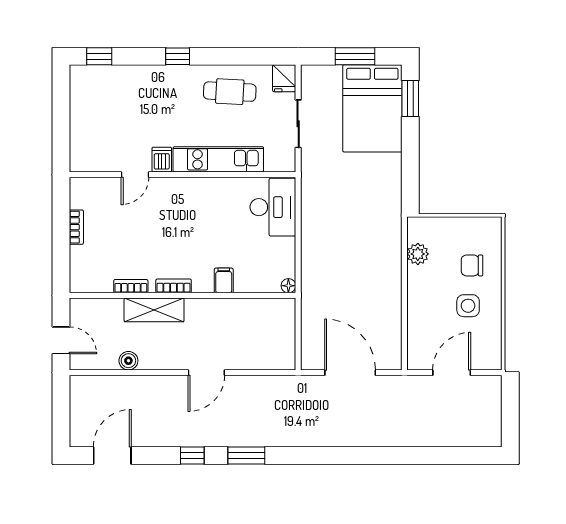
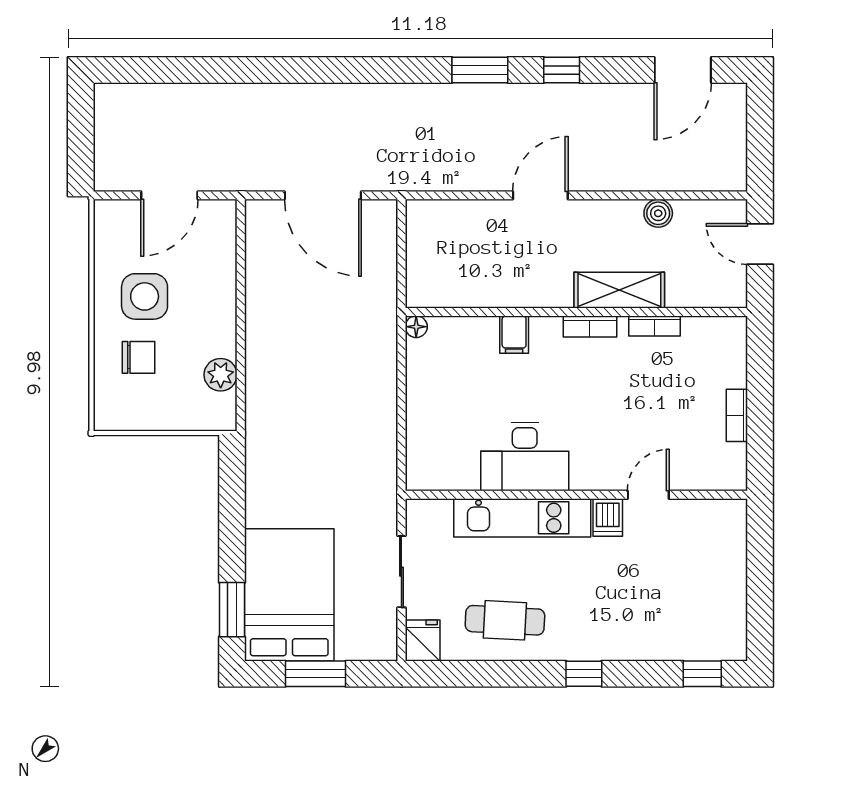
desk: (273, 207) -> (525, 457), moved, turned -90
side table: (468, 306) -> (145, 296), width x1.37, depth x1.37

